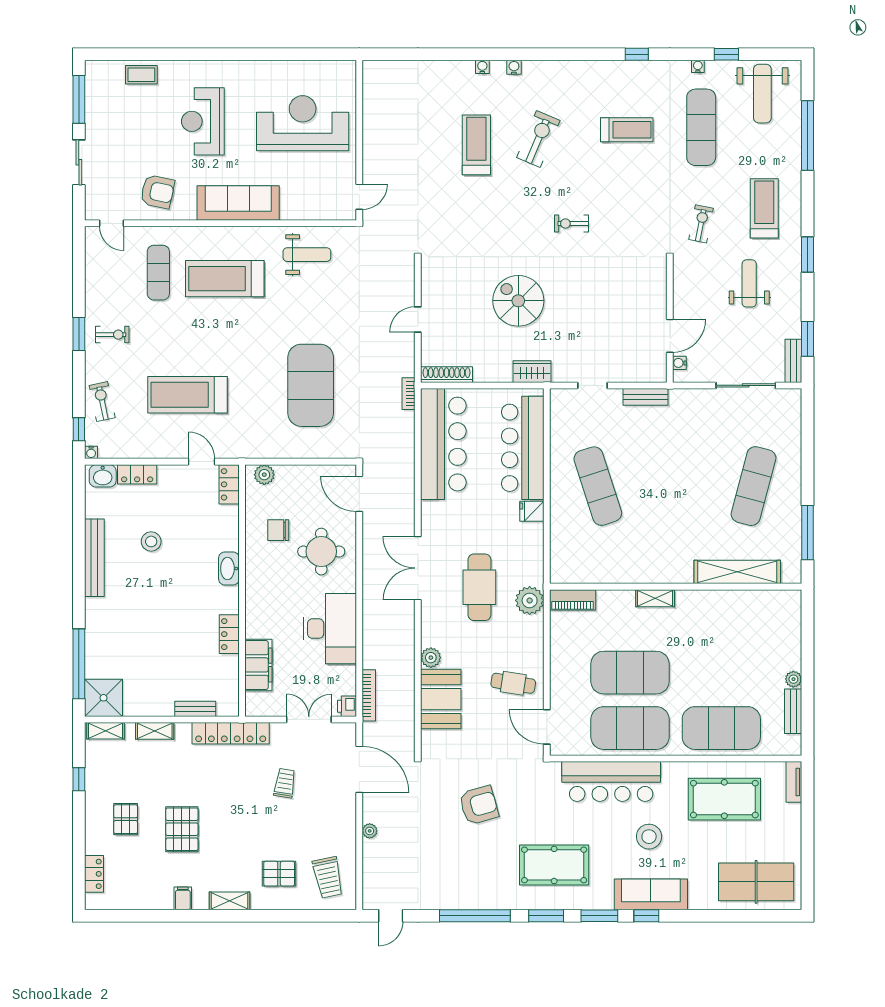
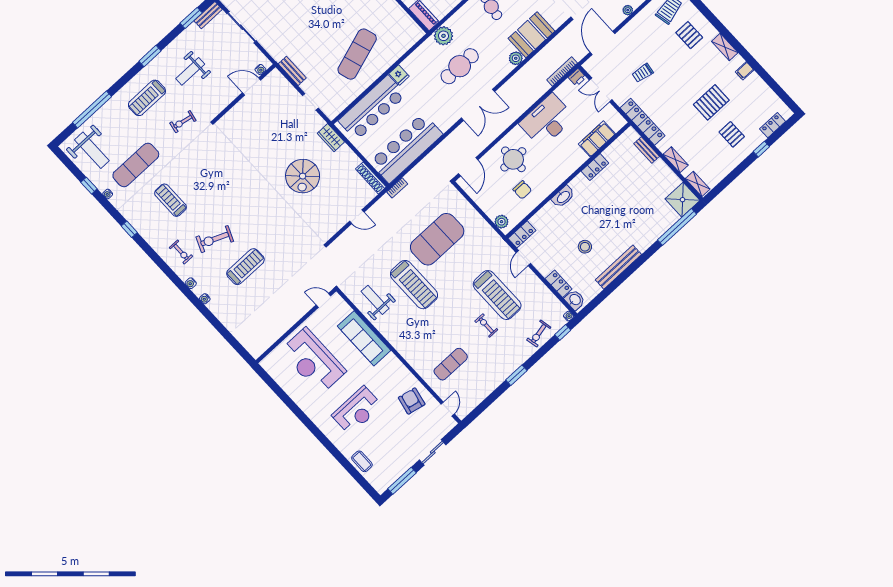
weight bench: (762, 94) -> (92, 150), turned 90
treadmill: (476, 145) -> (245, 267), turned 180
sofa: (238, 203) -> (364, 338), moved
exercise bike: (572, 223) -> (181, 252), moved
treadmill: (225, 279) -> (414, 285), moved
exercise bike: (112, 335) -> (486, 325), moved
window: (79, 779) -> (761, 149), moved
pallet: (126, 819) -> (732, 134), turned 90

